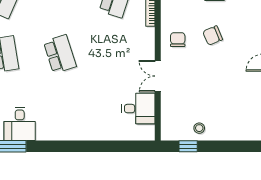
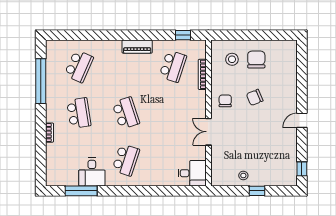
desk: (138, 109) -> (192, 173), moved
school desk: (60, 110) -> (126, 160), added
window: (188, 146) -> (257, 191), moved

